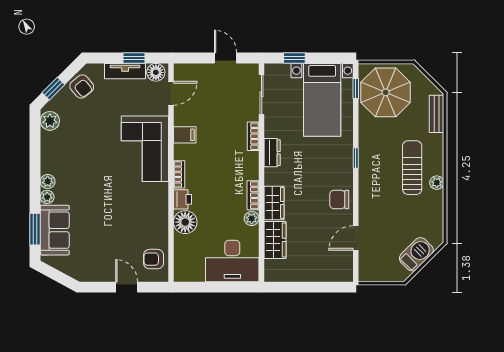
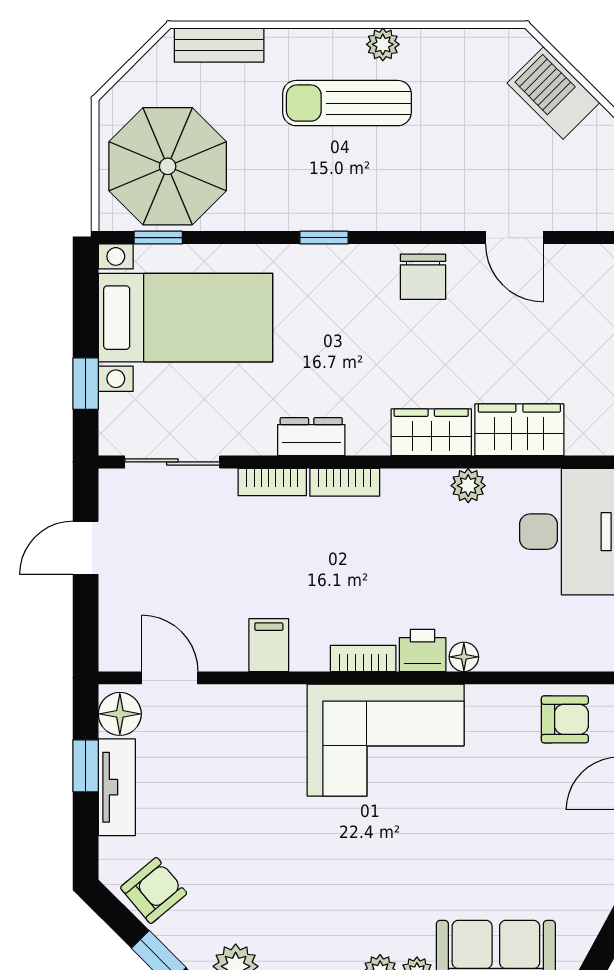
corner sofa: (145, 149) -> (386, 740), moved
bookcase: (253, 195) -> (345, 482), moved
floor lamp: (185, 222) -> (464, 657), width x0.53, depth x0.53
armchair: (154, 259) -> (565, 719), turned -90

